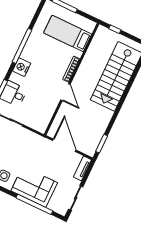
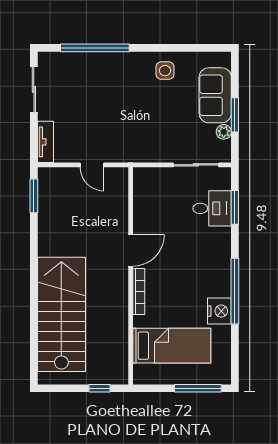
nightstand: (22, 67) -> (219, 311), moved
door: (65, 92) -> (131, 250), swing flipped
door: (64, 145) -> (92, 165), width x0.53
corner sofa: (34, 187) -> (108, 76), removed

